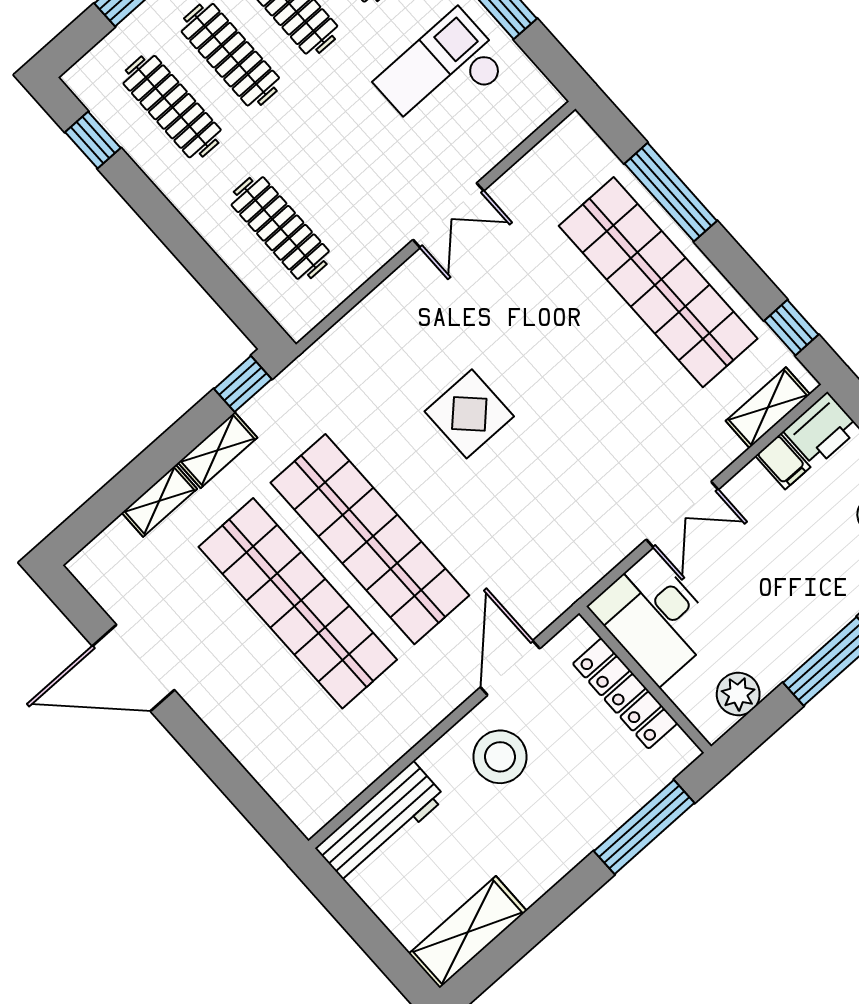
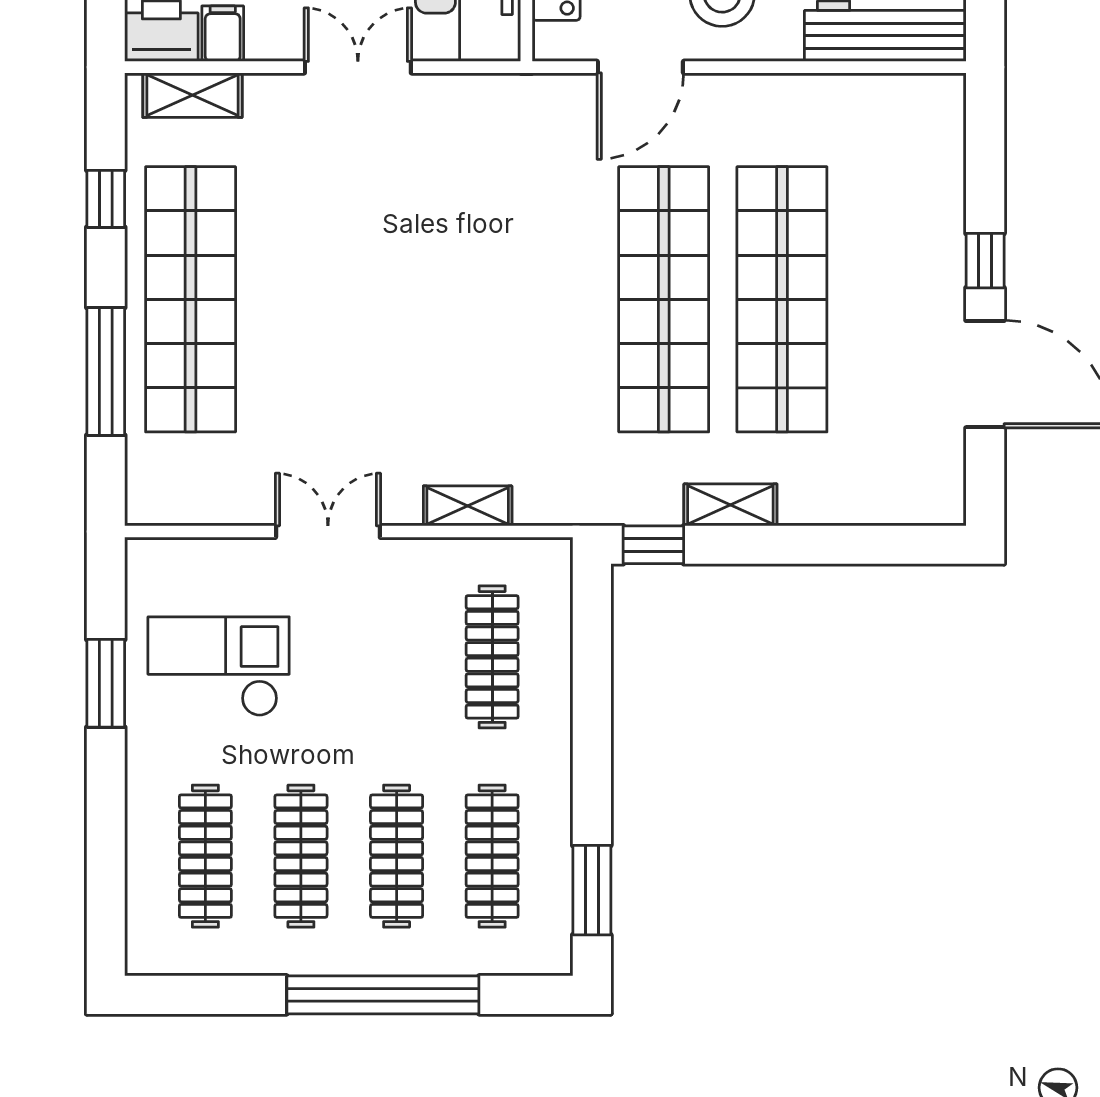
checkout: (442, 74) -> (219, 666), turned 180
window: (93, 140) -> (592, 890), width x1.50
window: (791, 328) -> (106, 199), moved
display table: (469, 414) -> (471, 333), removed
shelving: (159, 501) -> (468, 506), moved
window: (195, 737) -> (985, 261), added

